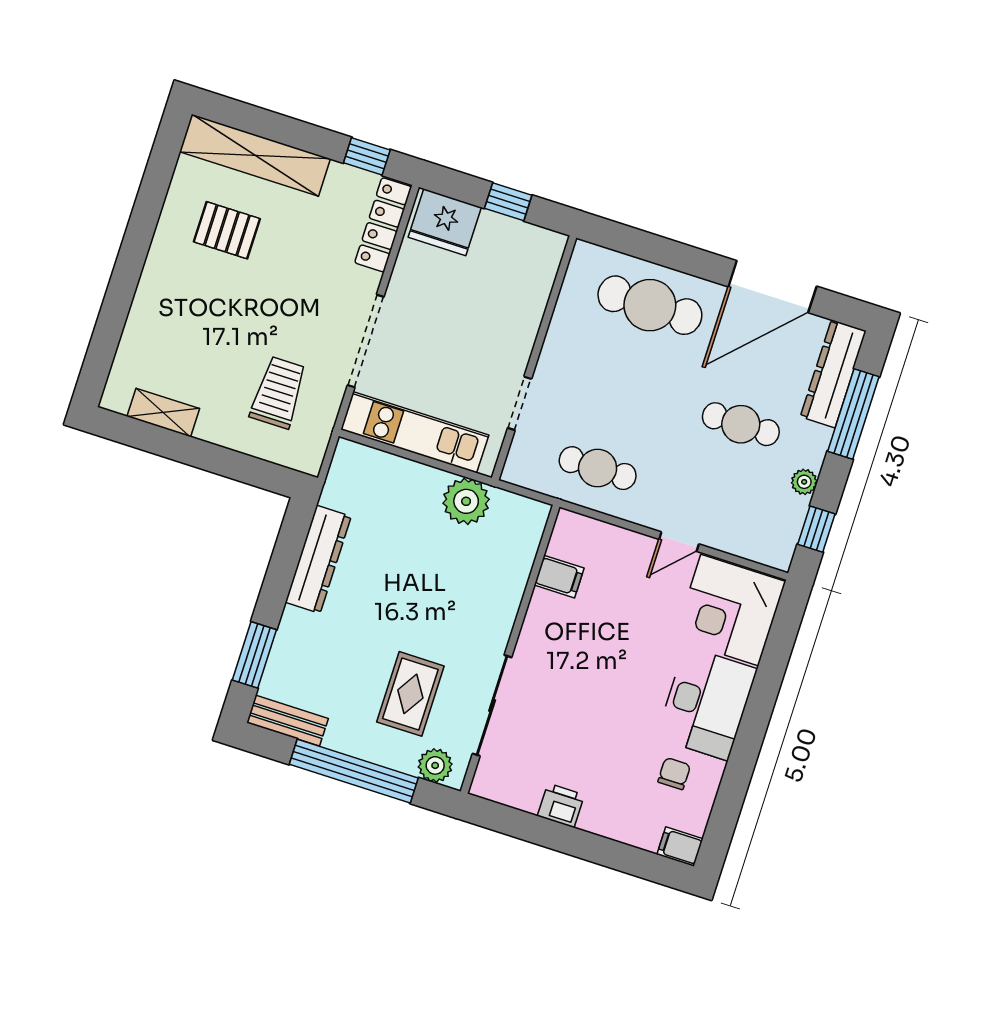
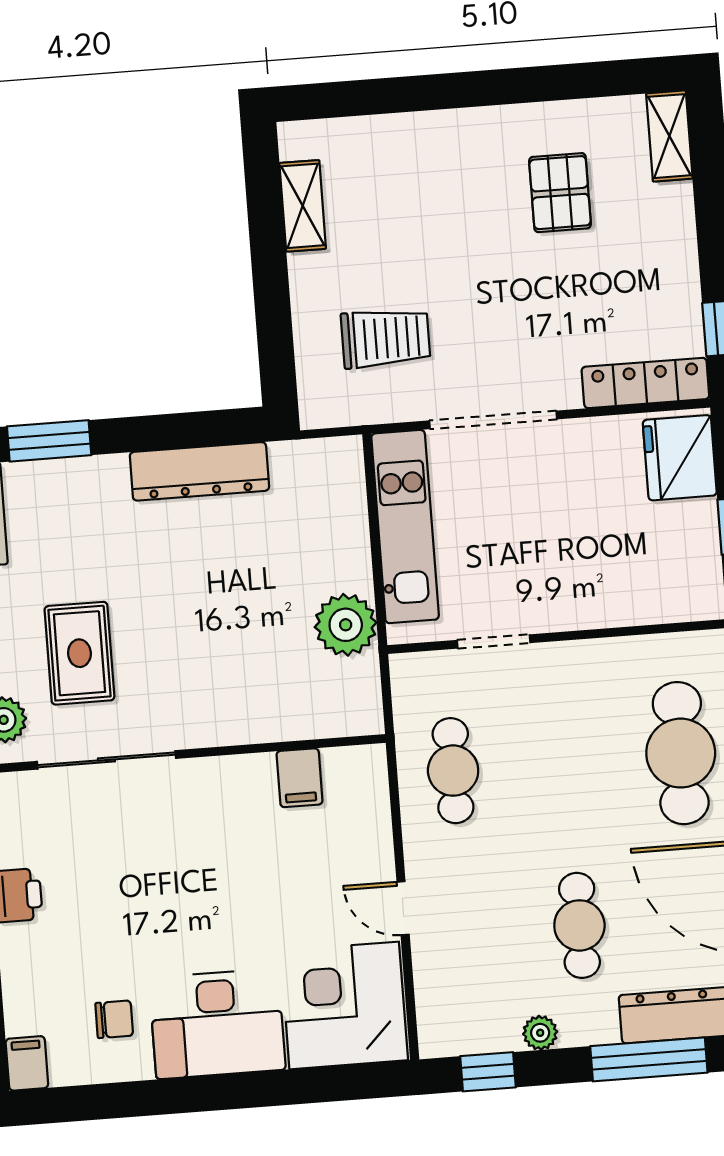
shelving: (255, 155) -> (669, 136), width x0.45, depth x0.75
rug: (410, 694) -> (79, 653), turned 90

